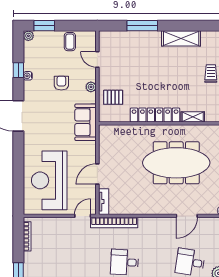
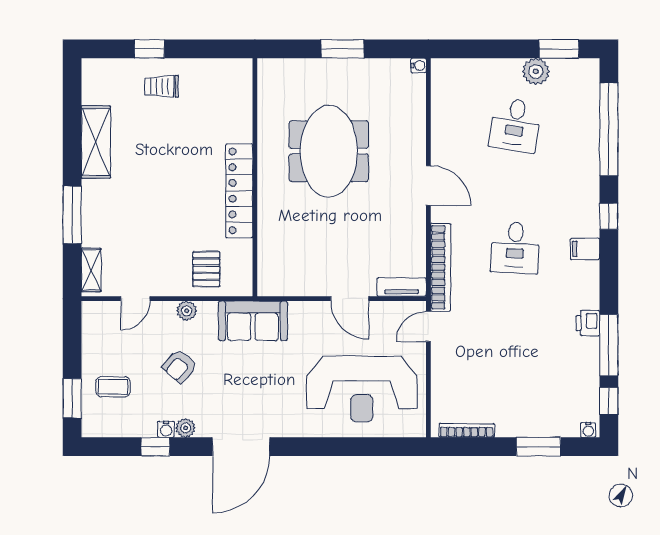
plant: (28, 36) -> (186, 428), moved
coffee table: (70, 42) -> (113, 387), moved
armchair: (61, 83) -> (179, 366), turned -49
shelving: (193, 117) -> (91, 270), moved
meeting table: (176, 163) -> (329, 151), width x0.73
door: (83, 216) -> (428, 327), hinge flipped
door: (187, 216) -> (428, 186), moved

